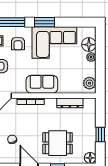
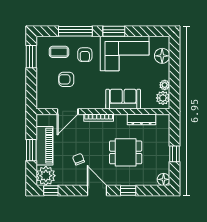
plant: (91, 57) -> (165, 85), moved
sofa: (42, 84) -> (123, 99), moved
dining table: (58, 143) -> (126, 152), moved

